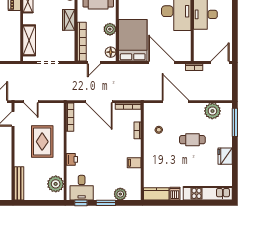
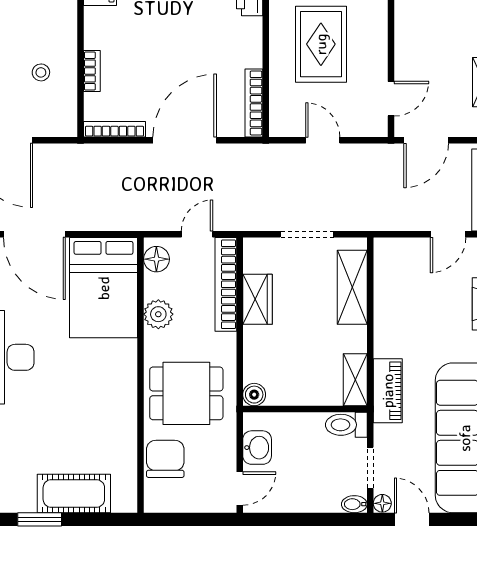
wardrobe: (69, 20) -> (257, 299), moved
door: (31, 102) -> (323, 140), moved
door: (99, 102) -> (185, 140), hinge flipped

